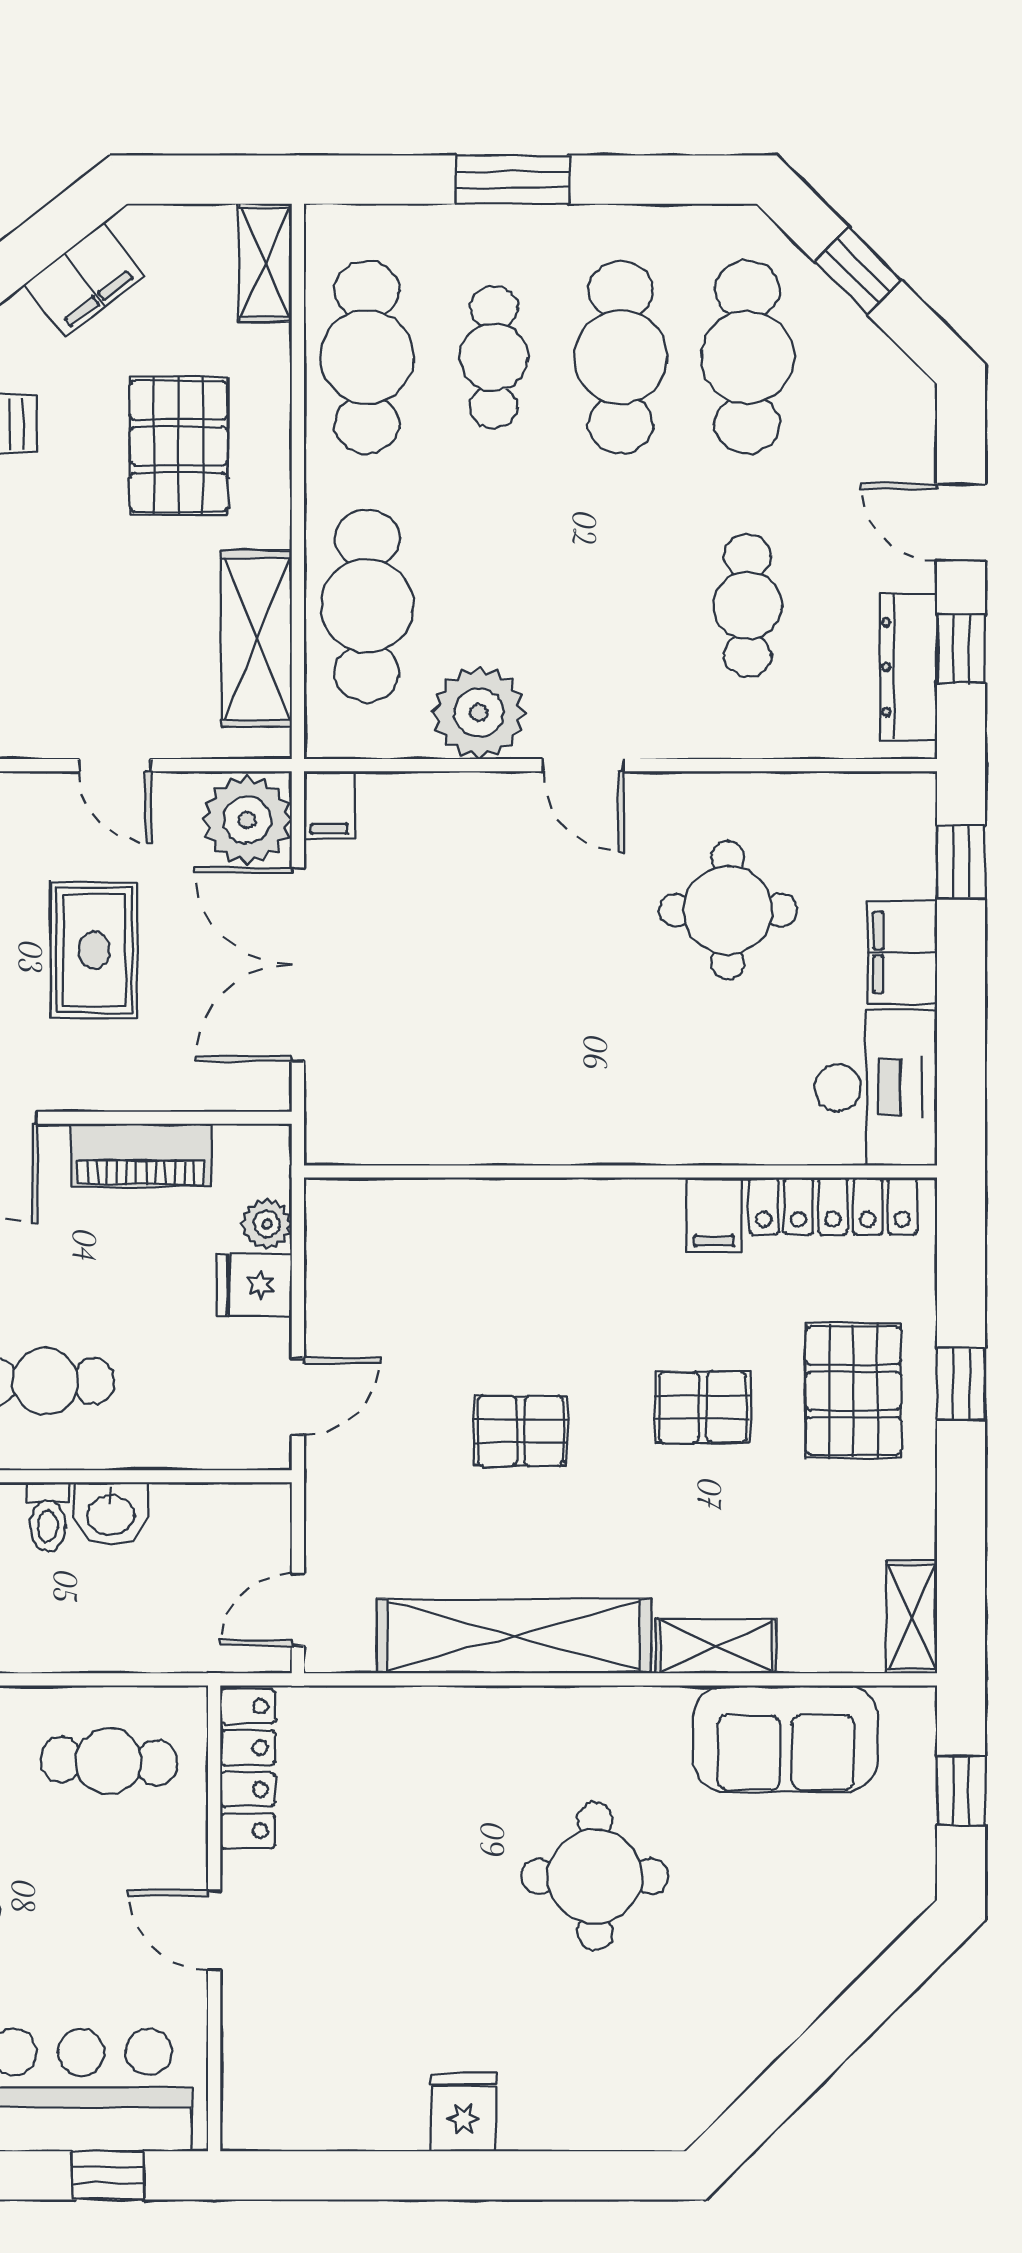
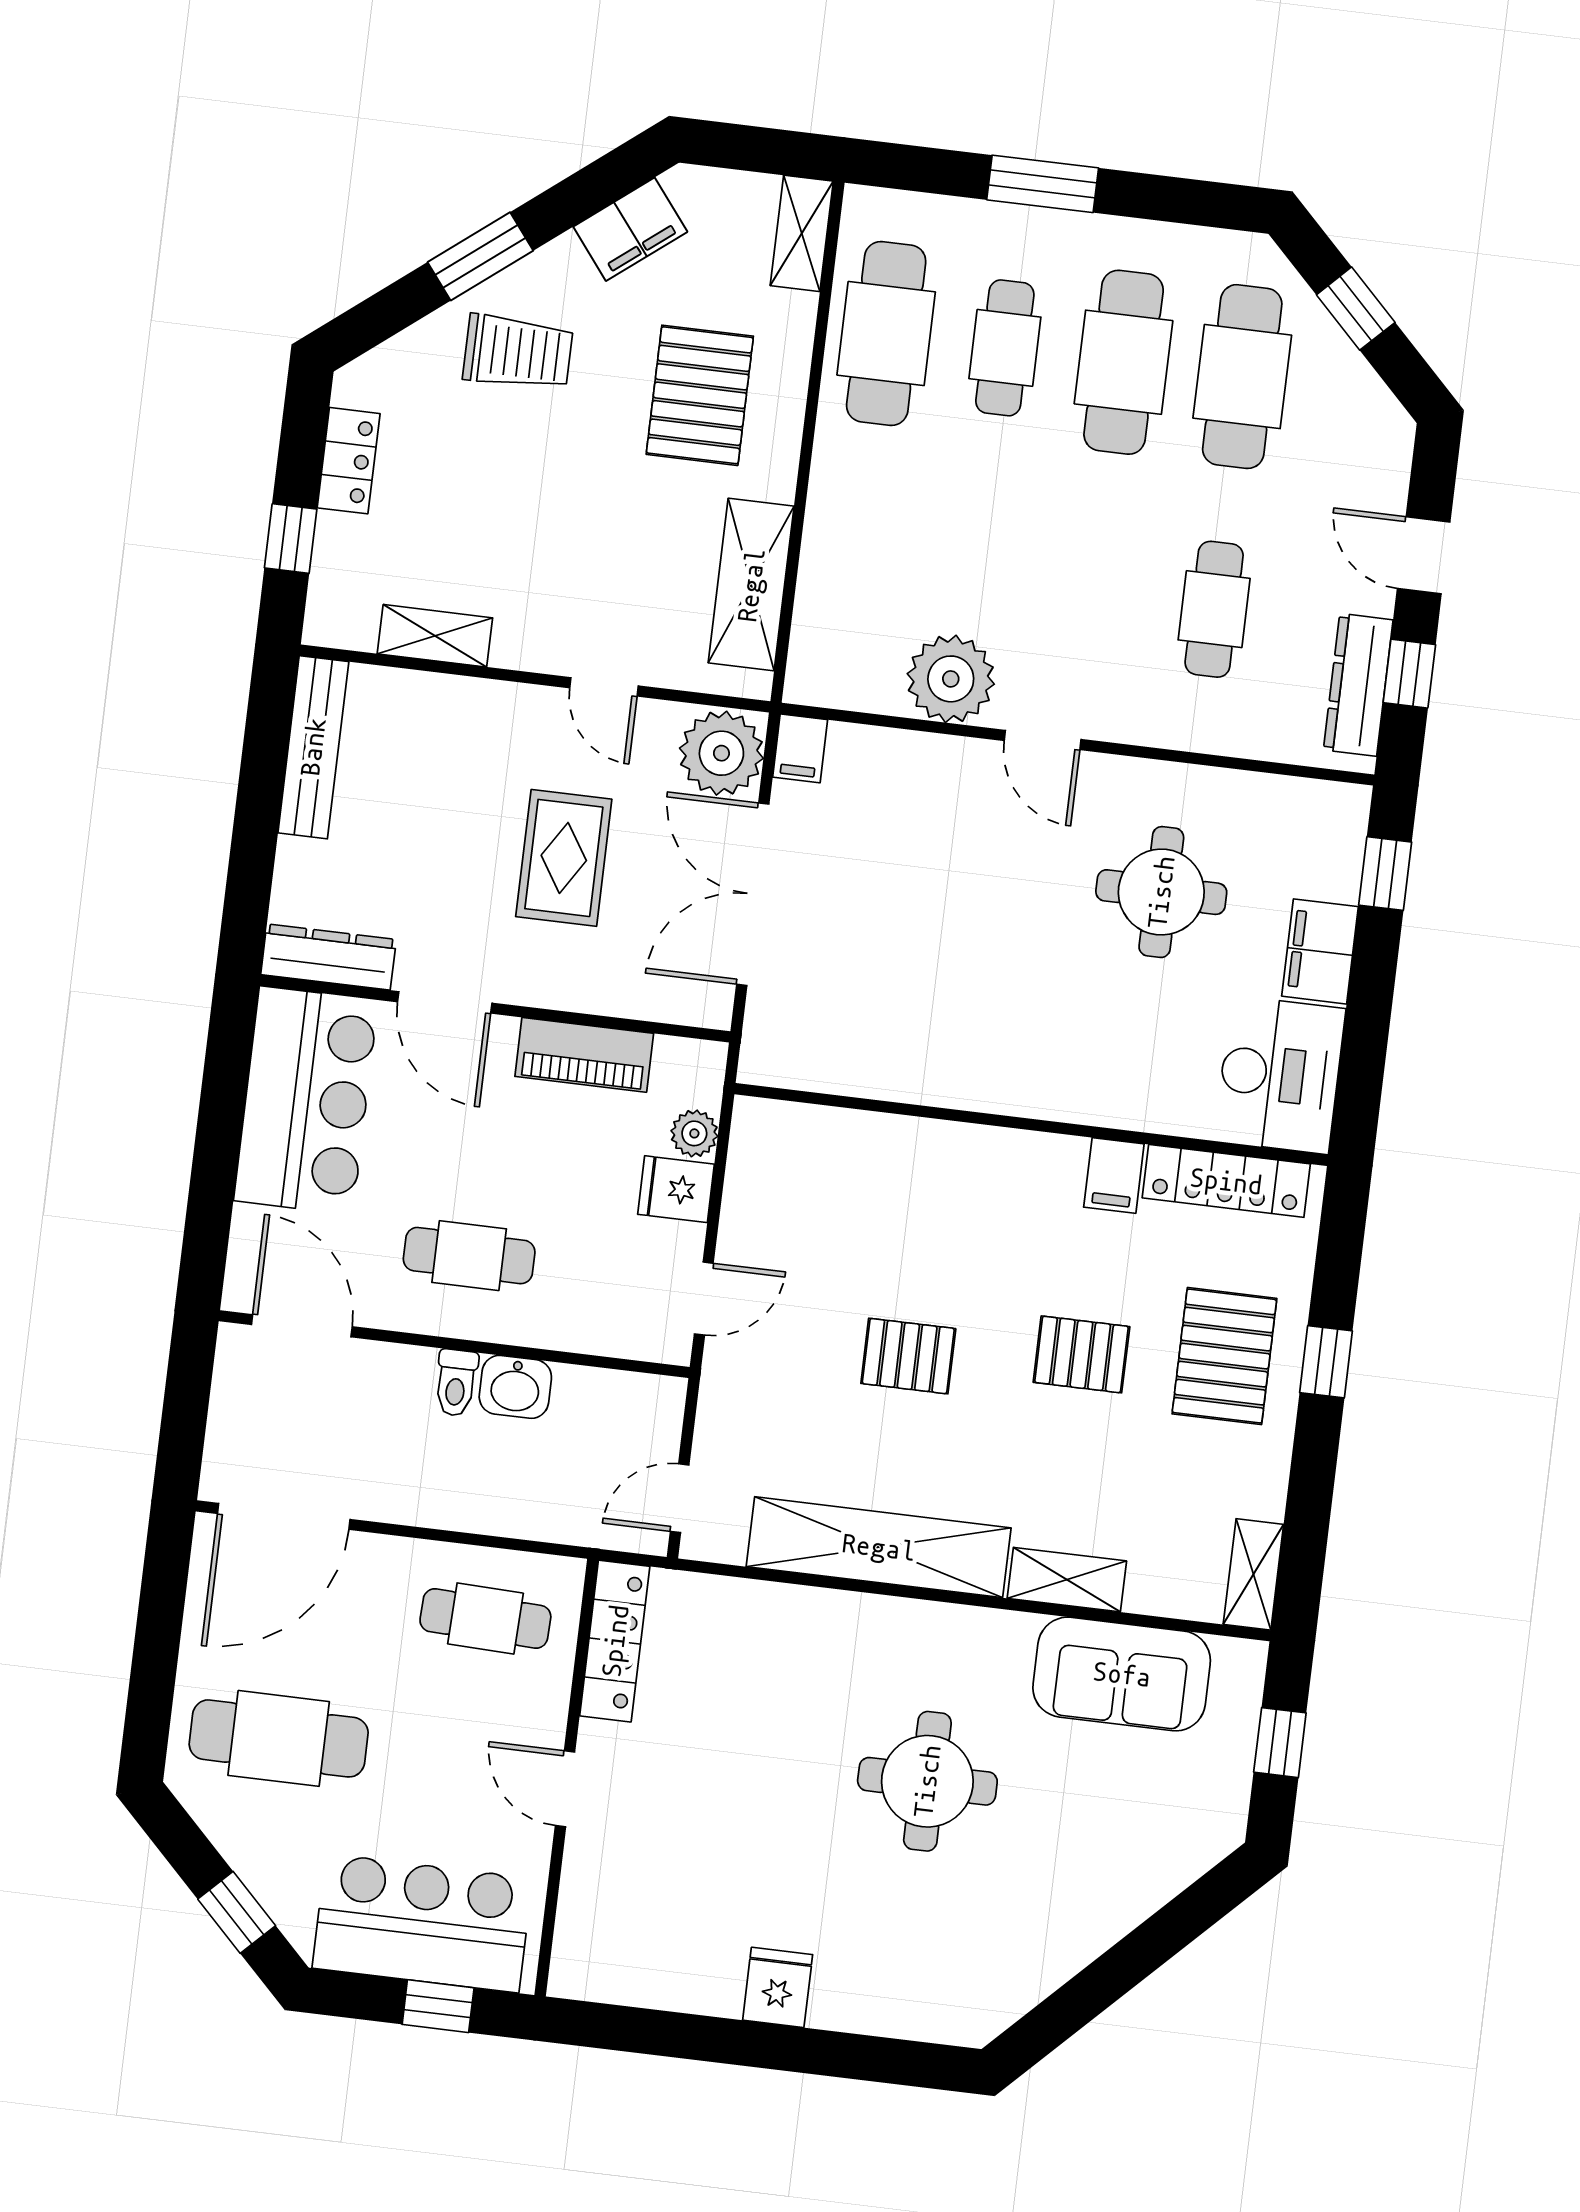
cafe table: (367, 606) -> (858, 566), removed

